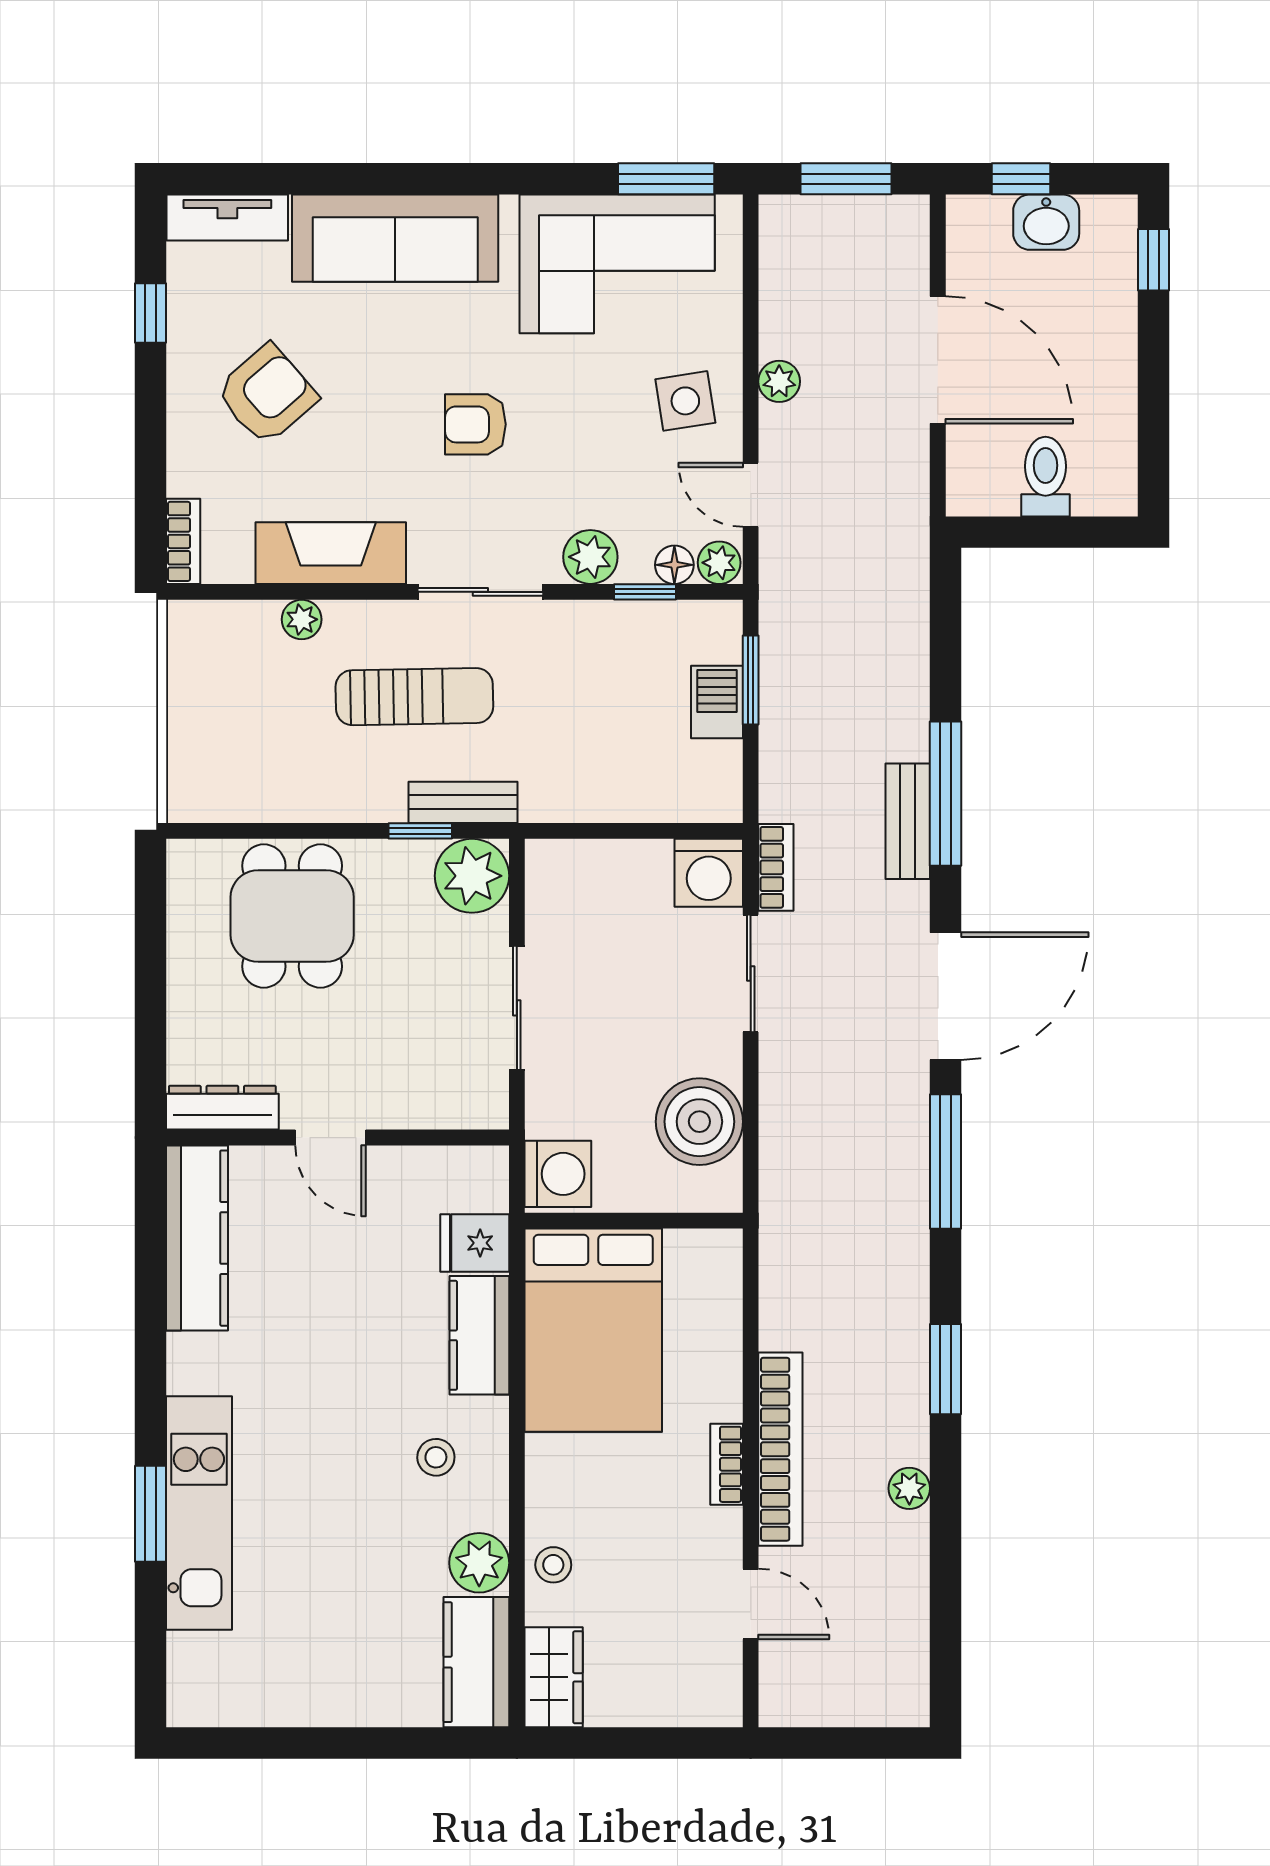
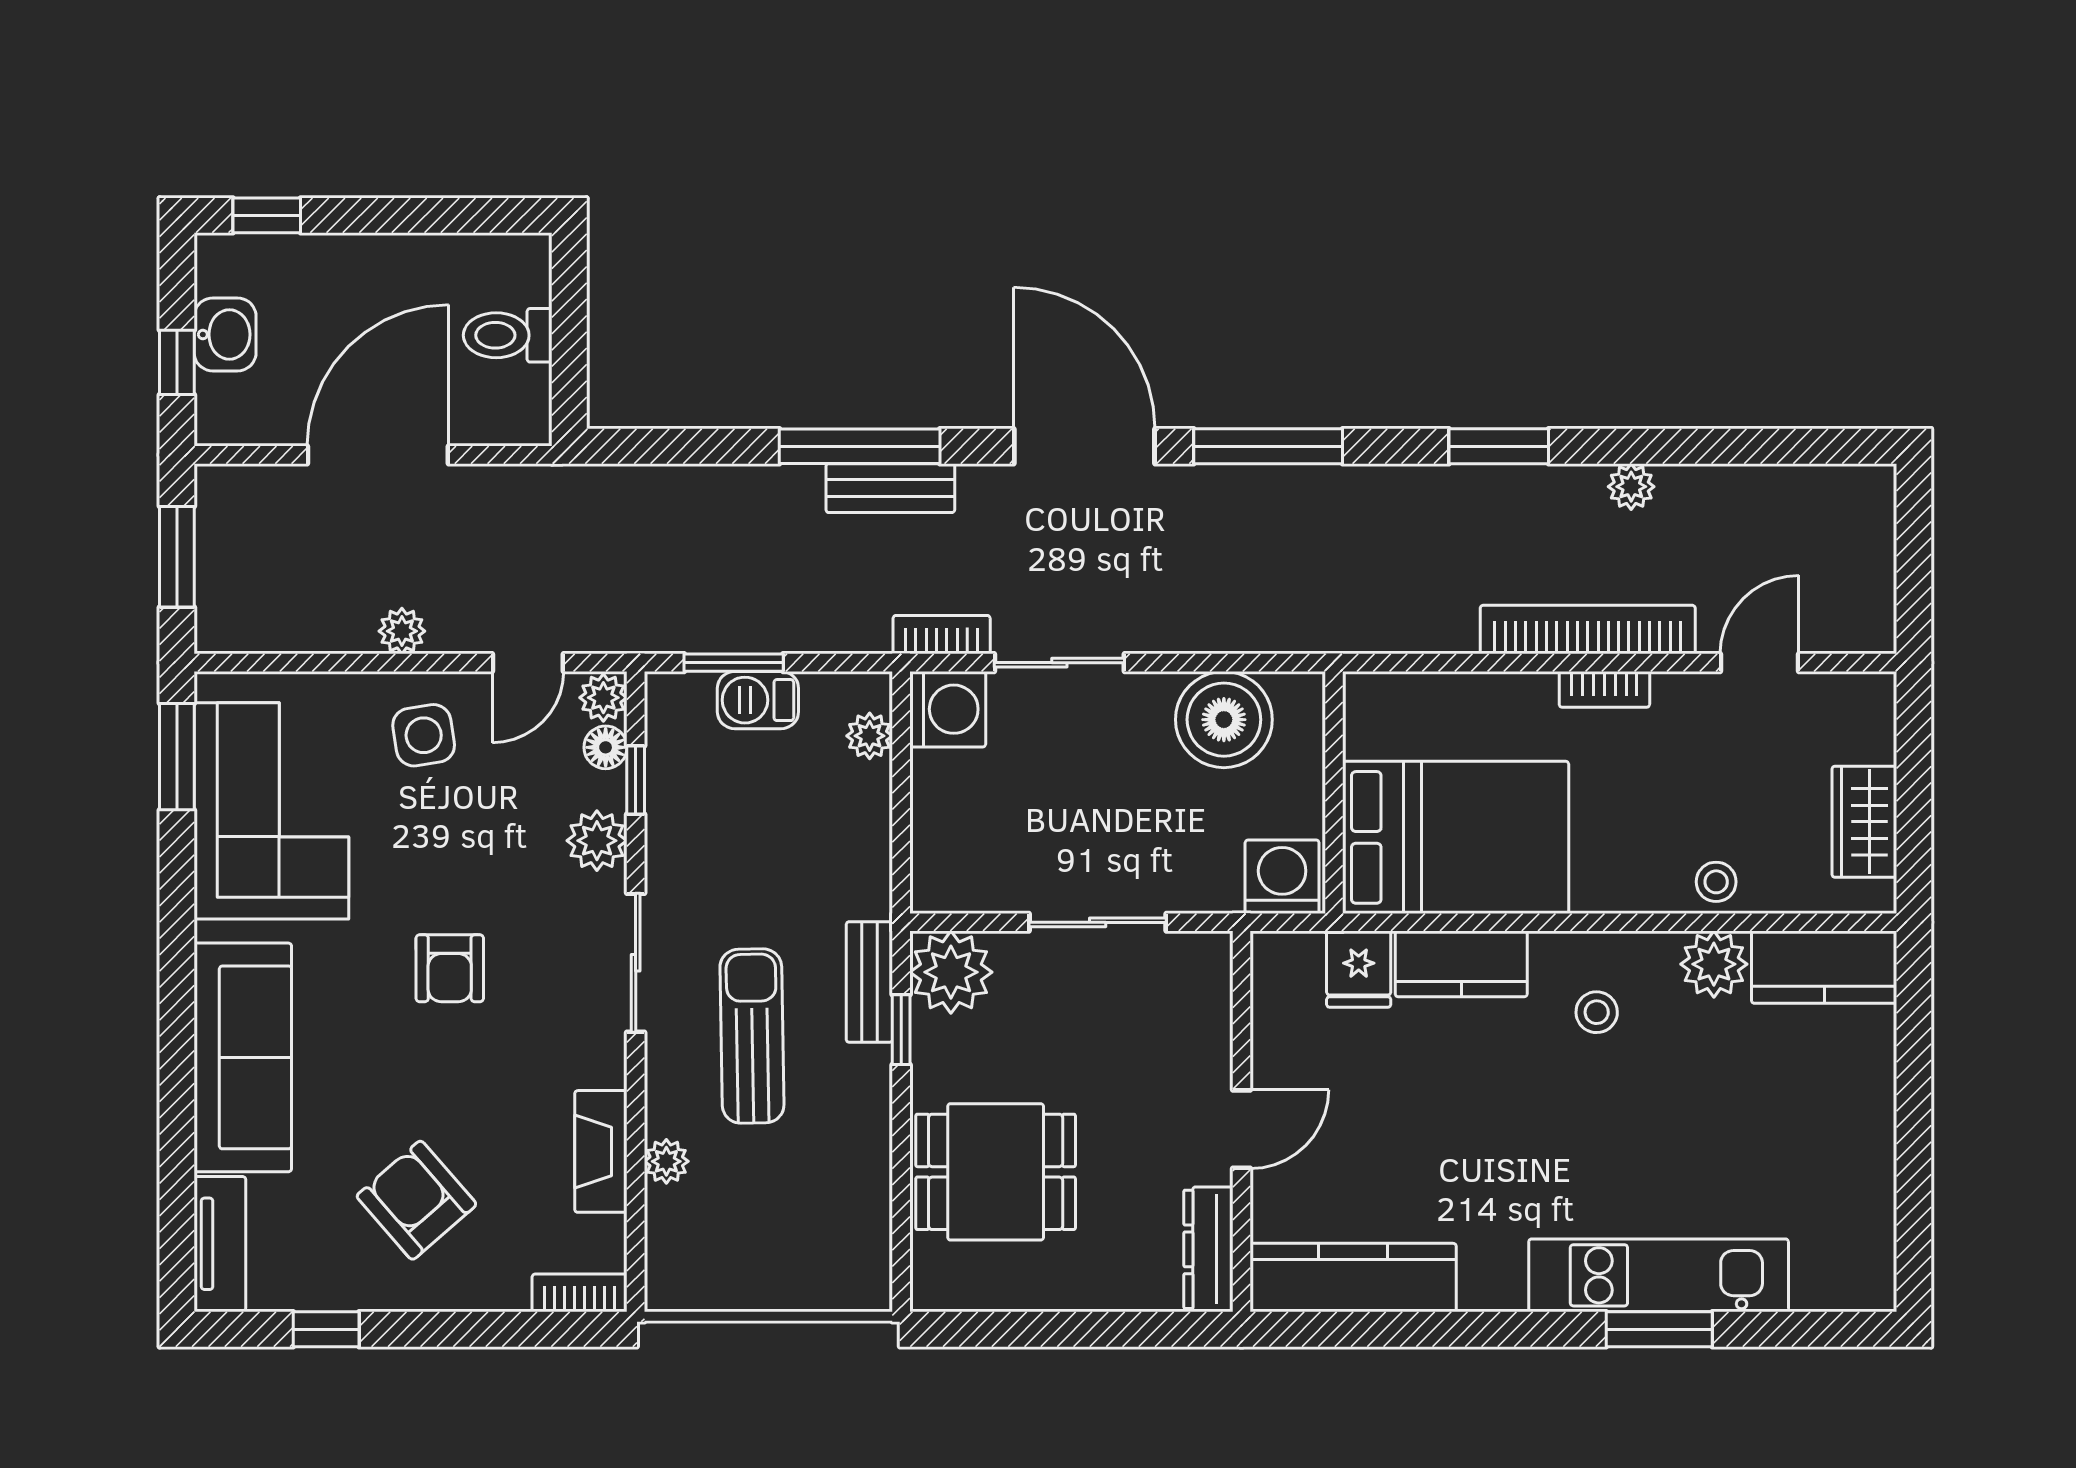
fireplace: (331, 553) -> (601, 1151), width x0.73, depth x0.76
plant: (685, 802) -> (870, 736), added
wardrobe: (554, 1677) -> (1864, 822), moved, turned -90

